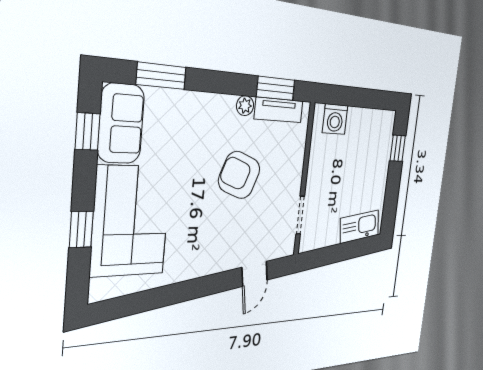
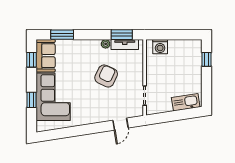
armchair: (239, 175) -> (106, 76), turned 94

